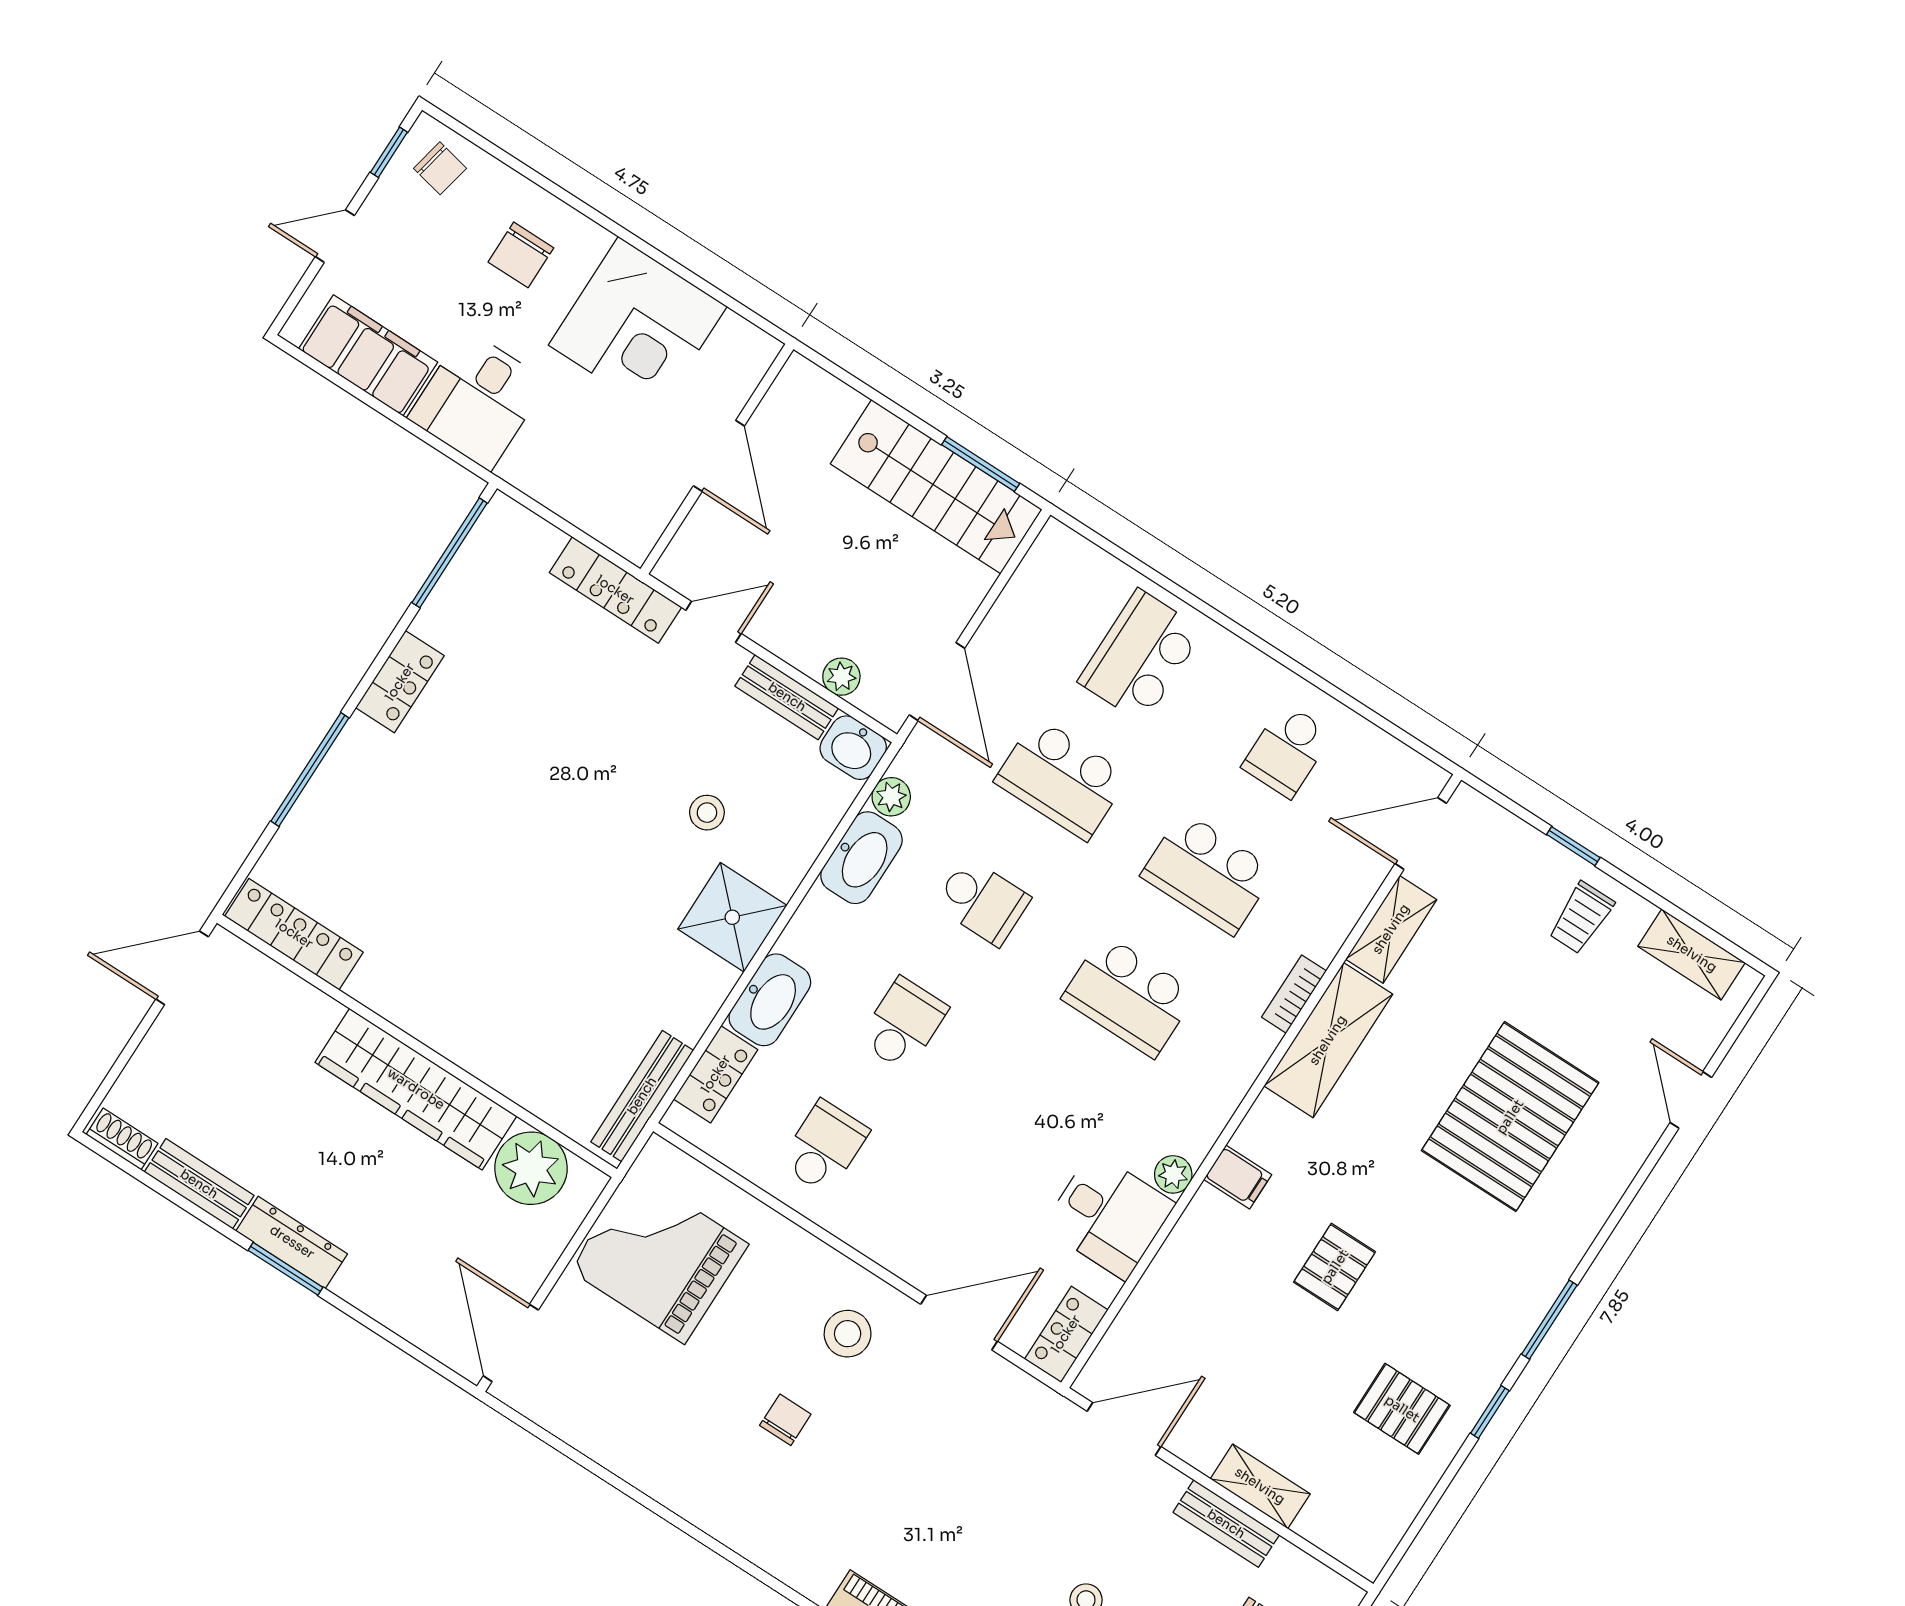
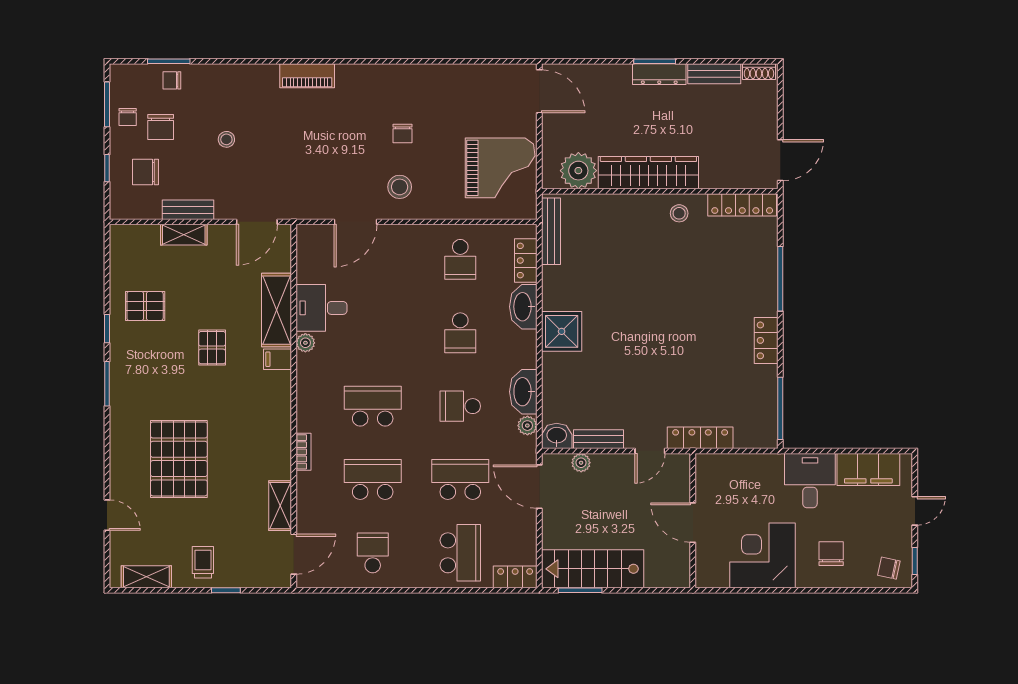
stool: (707, 813) -> (679, 213), moved
shelving: (1328, 1040) -> (277, 310), moved
locker: (1066, 1334) -> (515, 577), moved, turned -90

